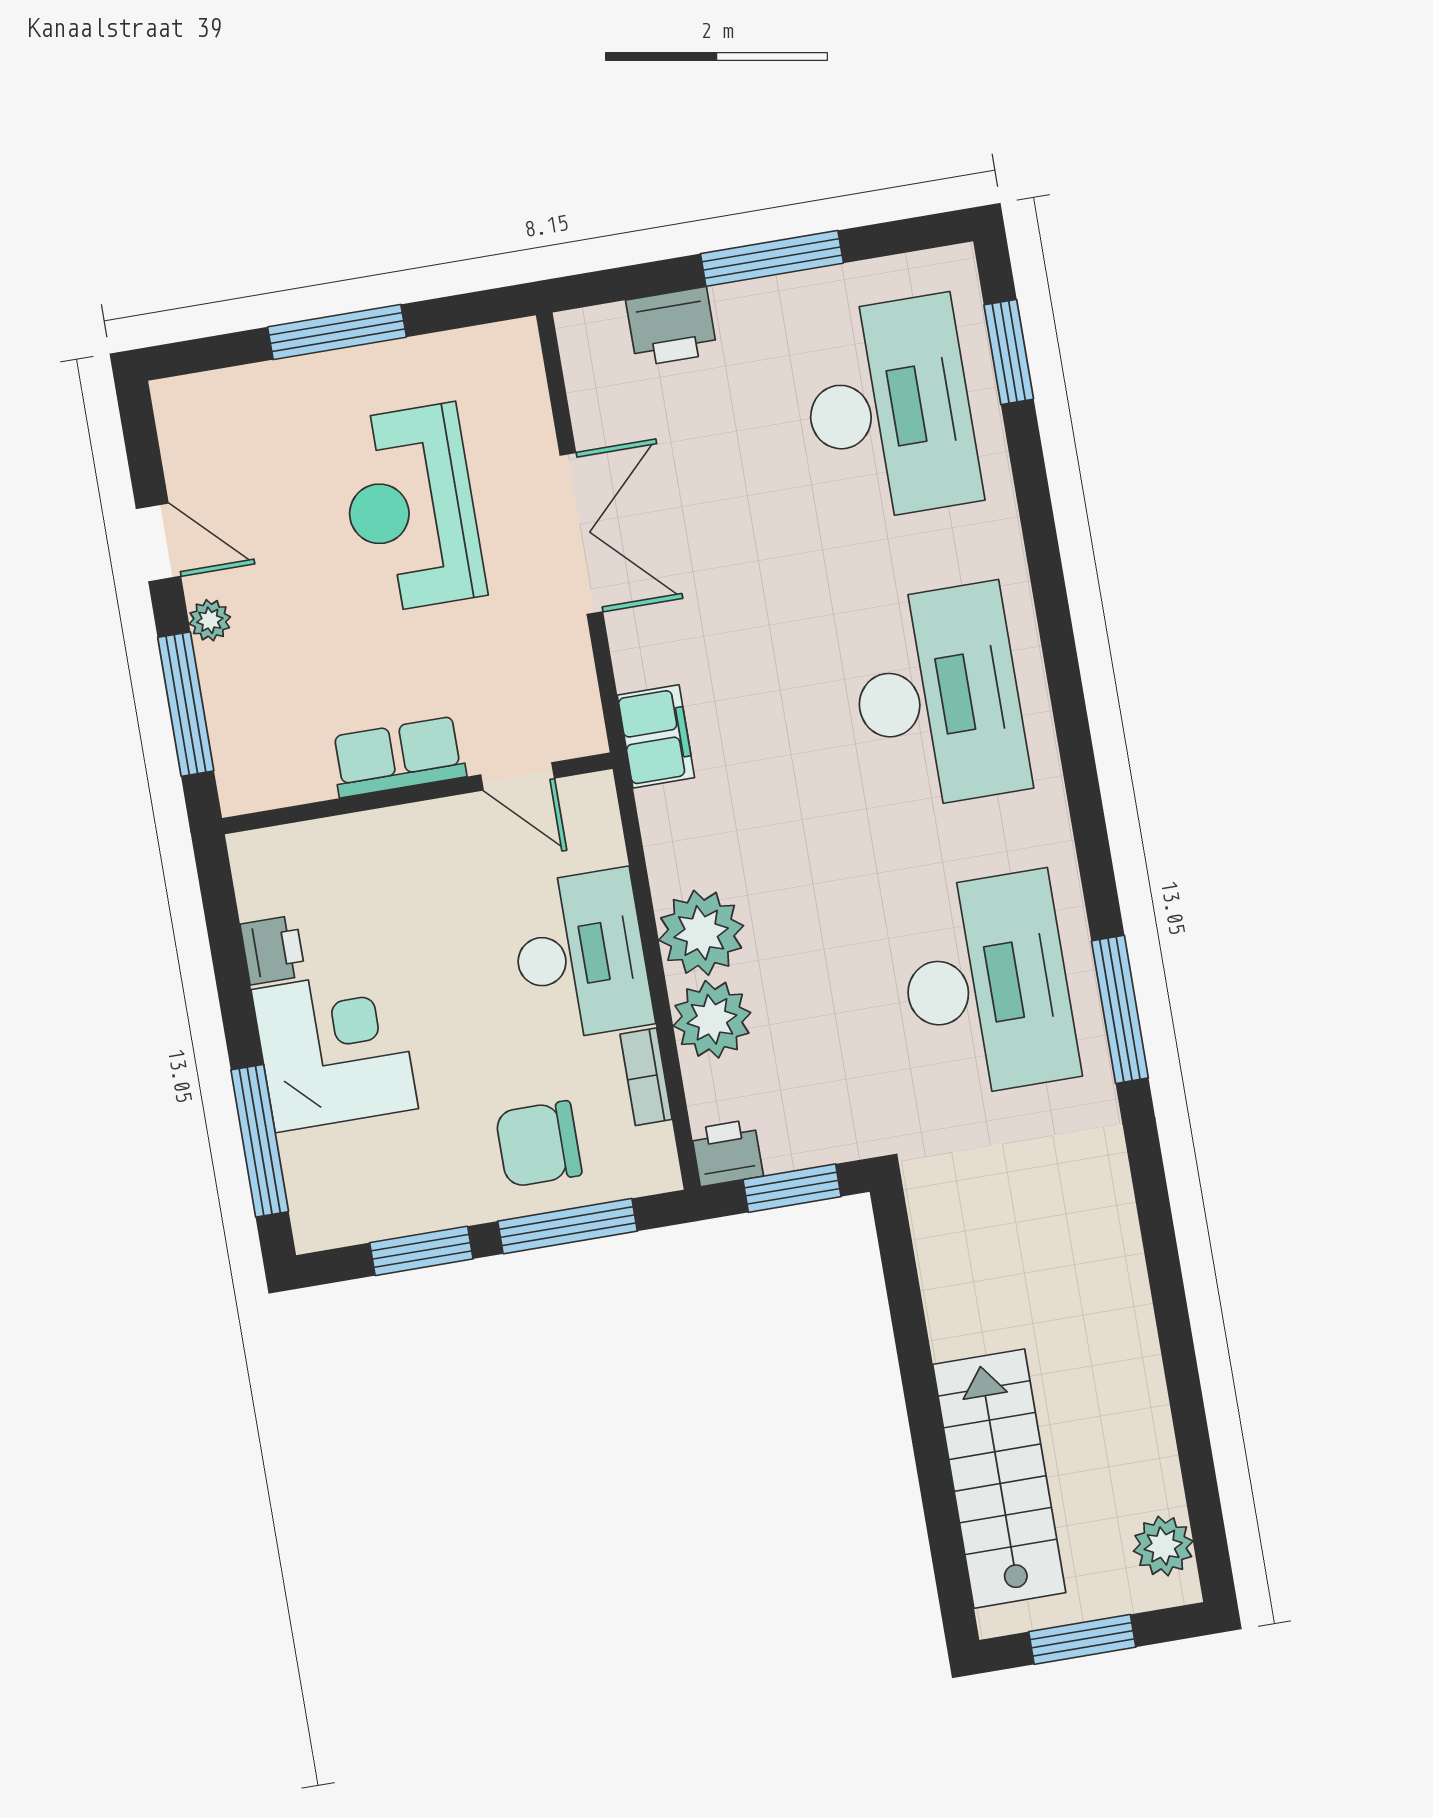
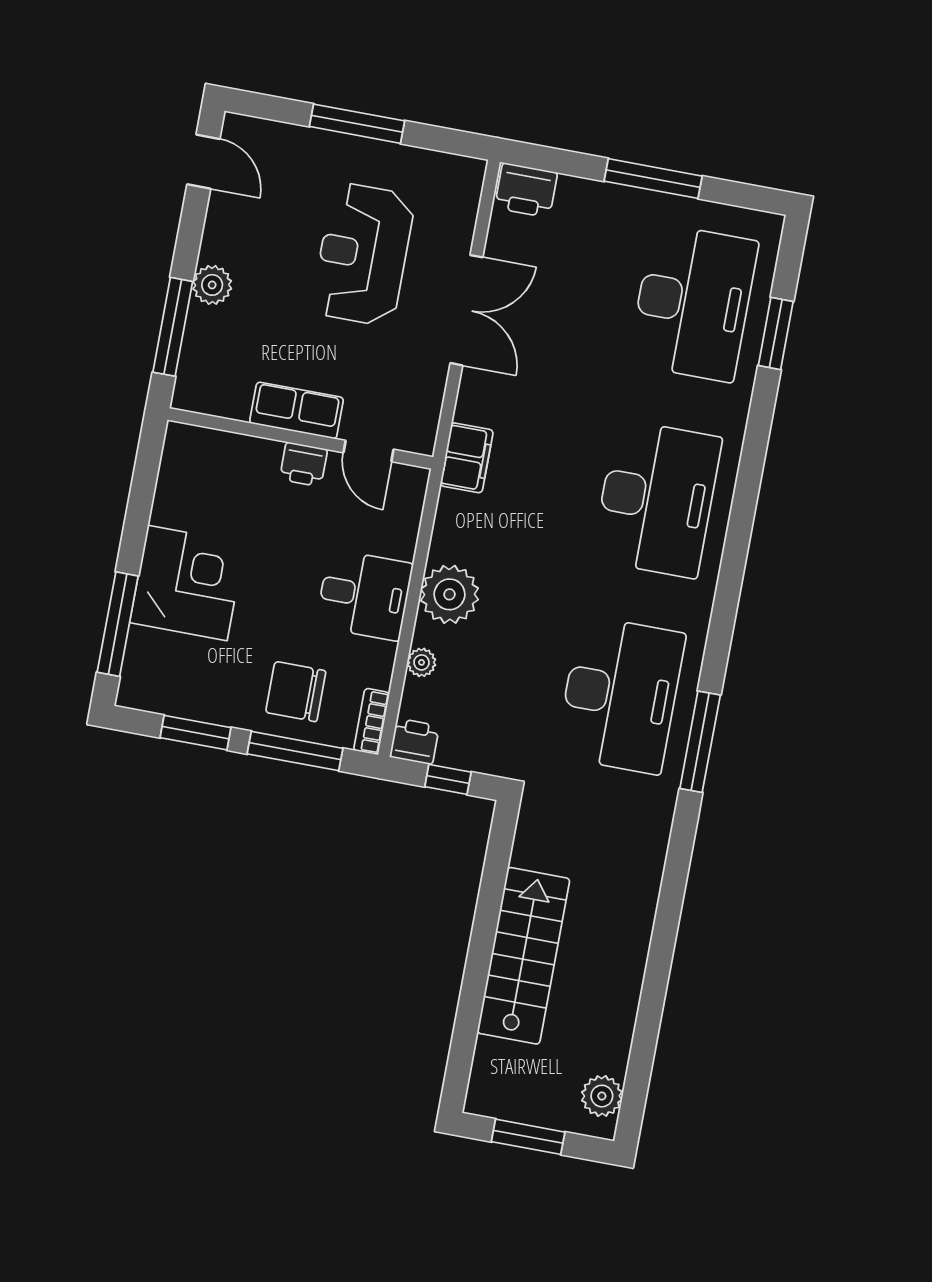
printer: (672, 327) -> (526, 190), moved
window: (1009, 352) -> (776, 333), moved
door: (158, 542) -> (203, 162), moved
plant: (210, 620) -> (212, 285), width x1.38, depth x1.38
printer: (273, 950) -> (304, 464), moved, turned 90
desk: (581, 955) -> (364, 595), width x0.73
plant: (712, 1019) -> (422, 662), width x0.53, depth x0.53
bookcase: (646, 1077) -> (372, 721), moved
window: (792, 1188) -> (448, 779), width x0.67
stairs: (999, 1479) -> (523, 956), moved

